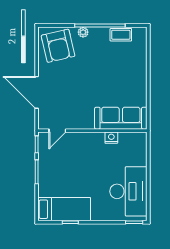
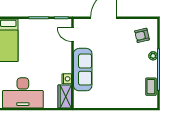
armchair: (58, 46) -> (142, 35), width x0.53, depth x0.53
sofa: (121, 118) -> (83, 70), moved
wardrobe: (133, 140) -> (65, 96), added

